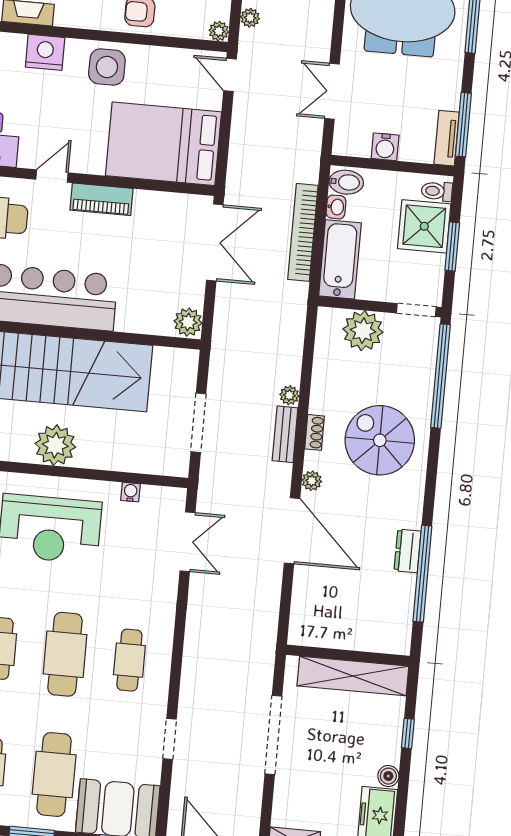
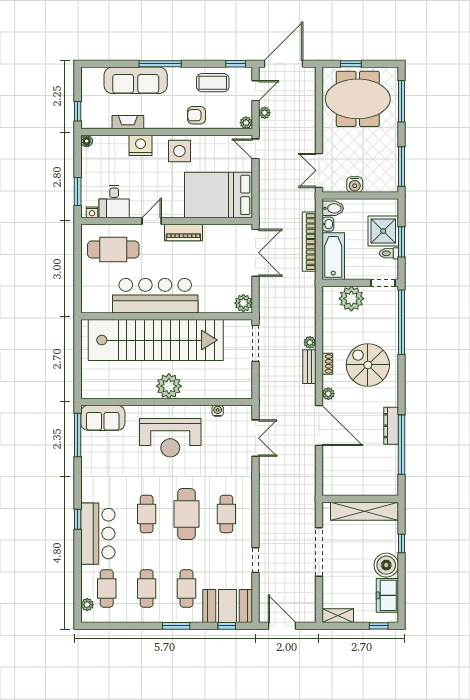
double door: (332, 91) -> (319, 170), moved
tv unit: (447, 138) -> (392, 176), removed
toilet: (437, 191) -> (389, 253), moved
doorway: (198, 423) -> (255, 343), moved
dresser: (408, 551) -> (391, 426), width x1.44
cafe table: (54, 774) -> (186, 588), width x0.73, depth x0.74
boiler: (388, 776) -> (386, 565), width x1.86, depth x1.86

